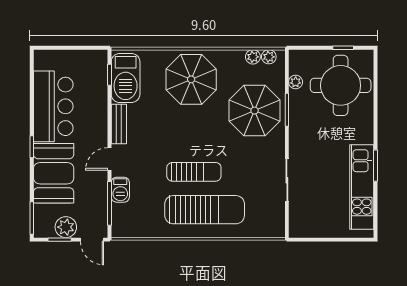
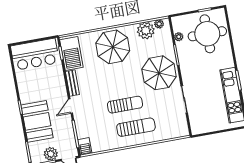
plant: (253, 57) -> (146, 30), width x1.87, depth x1.87
bar counter: (53, 106) -> (35, 54), moved, turned 90
parasol: (255, 111) -> (159, 73), moved
barbecue: (120, 190) -> (85, 146), moved
sun lounger: (205, 210) -> (136, 127), width x0.73, depth x0.75

